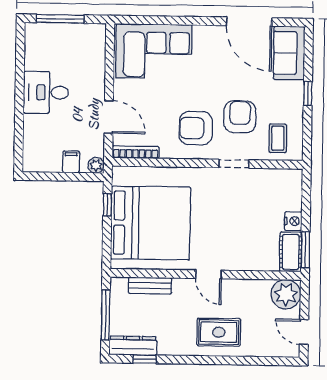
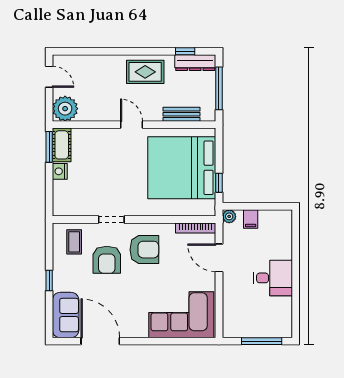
rug: (219, 332) -> (145, 72), moved

